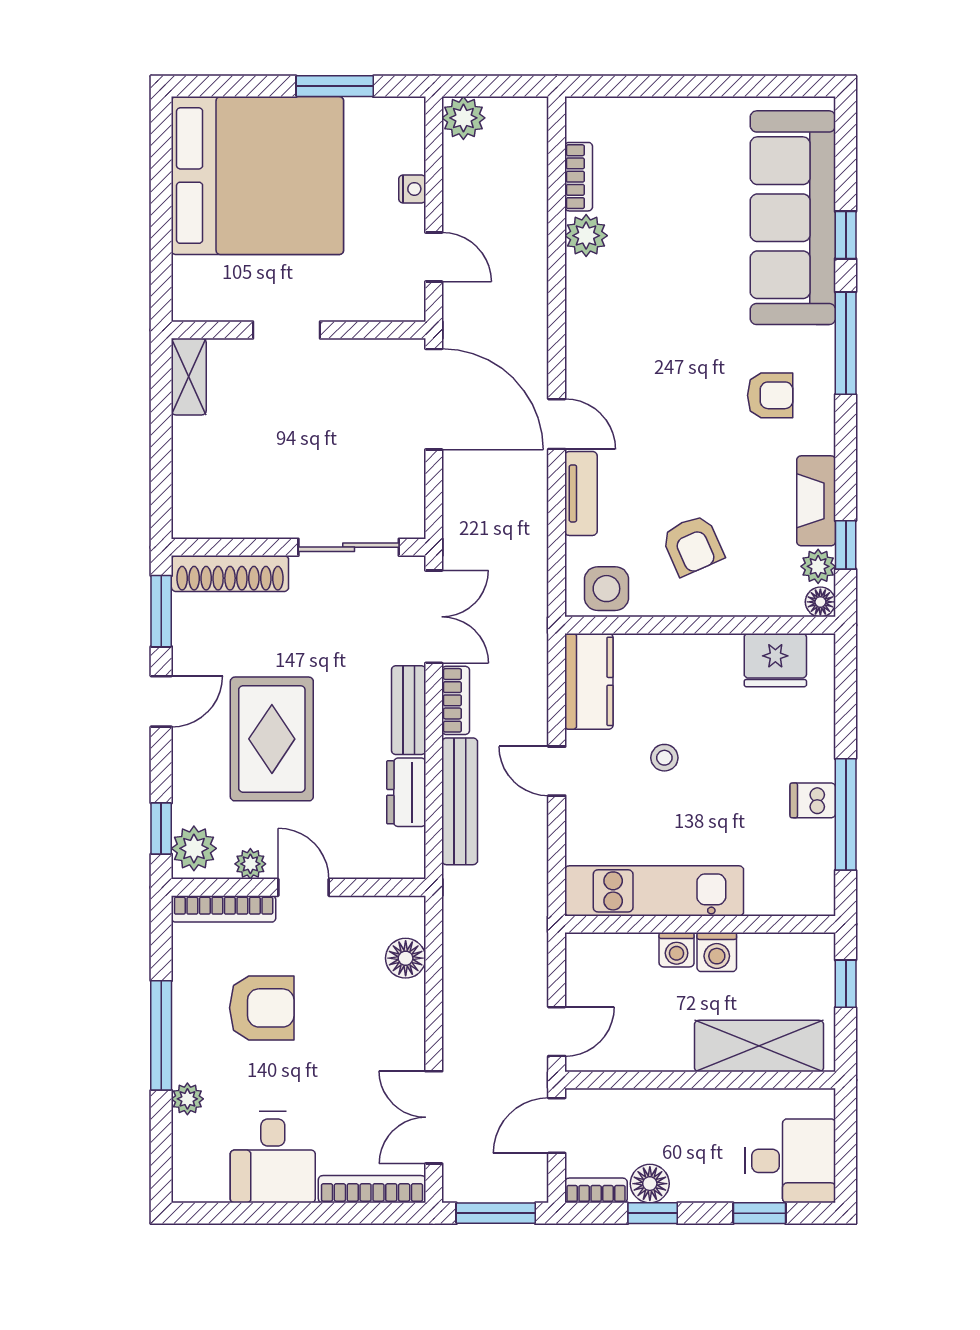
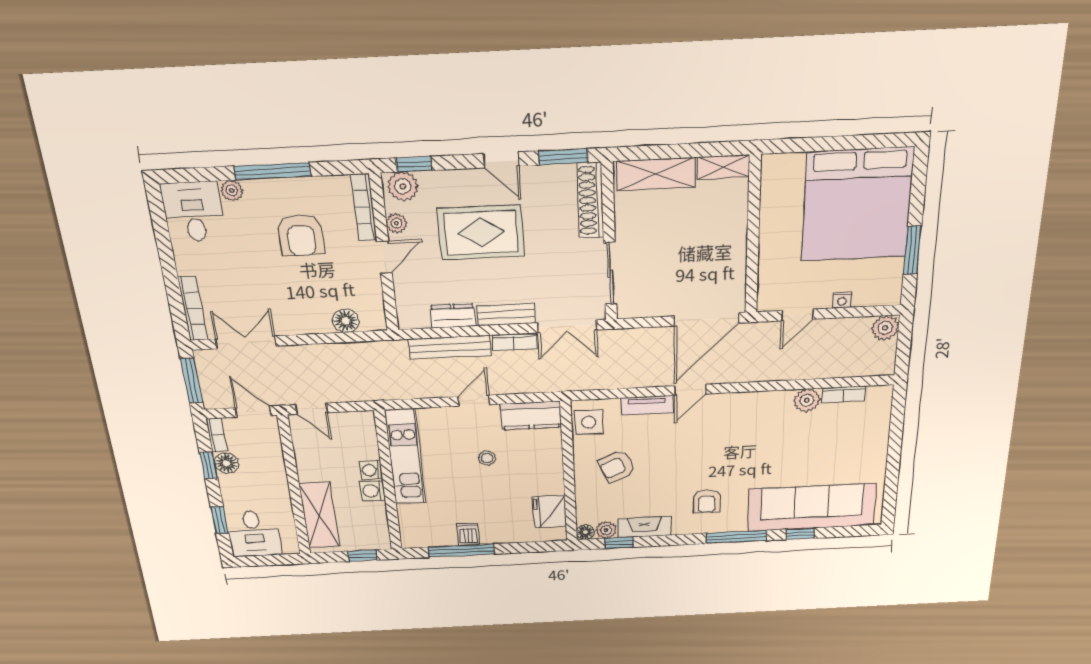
doorway: (287, 330) -> (753, 228), removed
shelving: (194, 476) -> (656, 174), added
desk: (273, 1157) -> (193, 212), moved, turned 90

